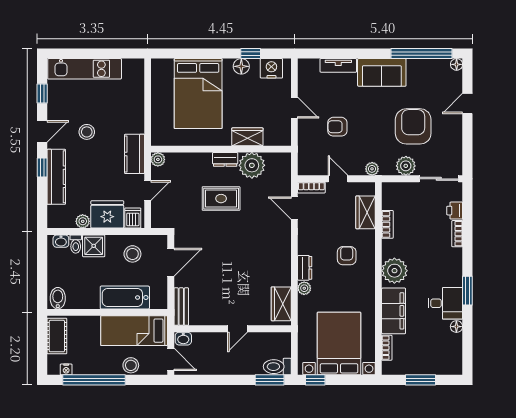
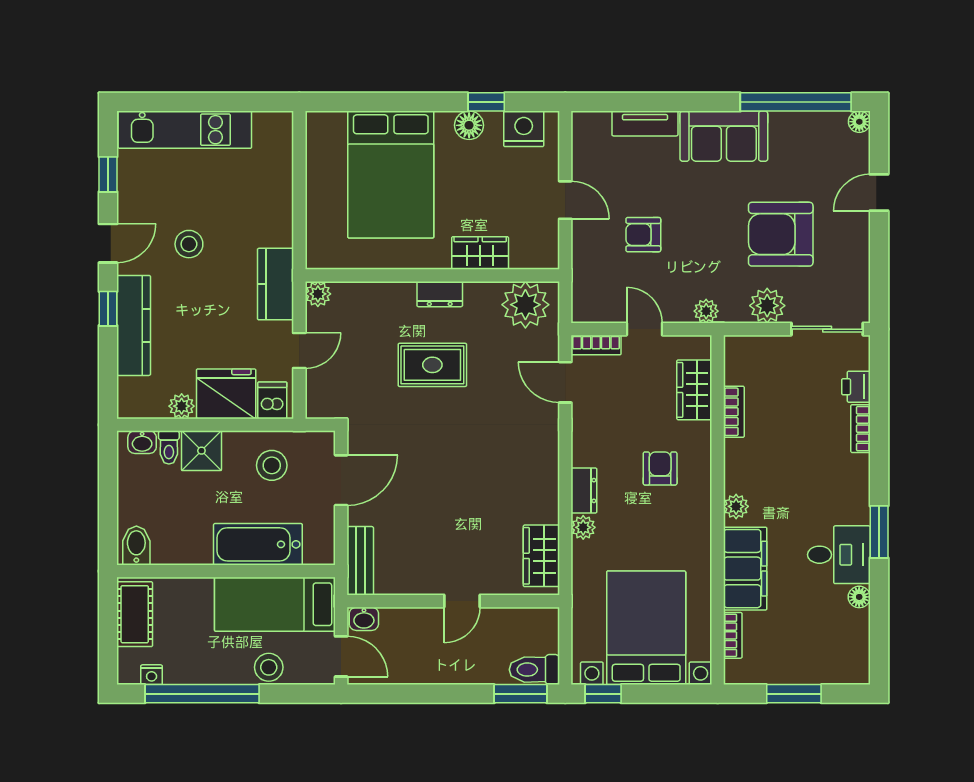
armchair: (413, 126) -> (781, 234), turned -90
plant: (252, 165) -> (525, 305), moved
plant: (394, 271) -> (736, 506), width x0.53, depth x0.53

